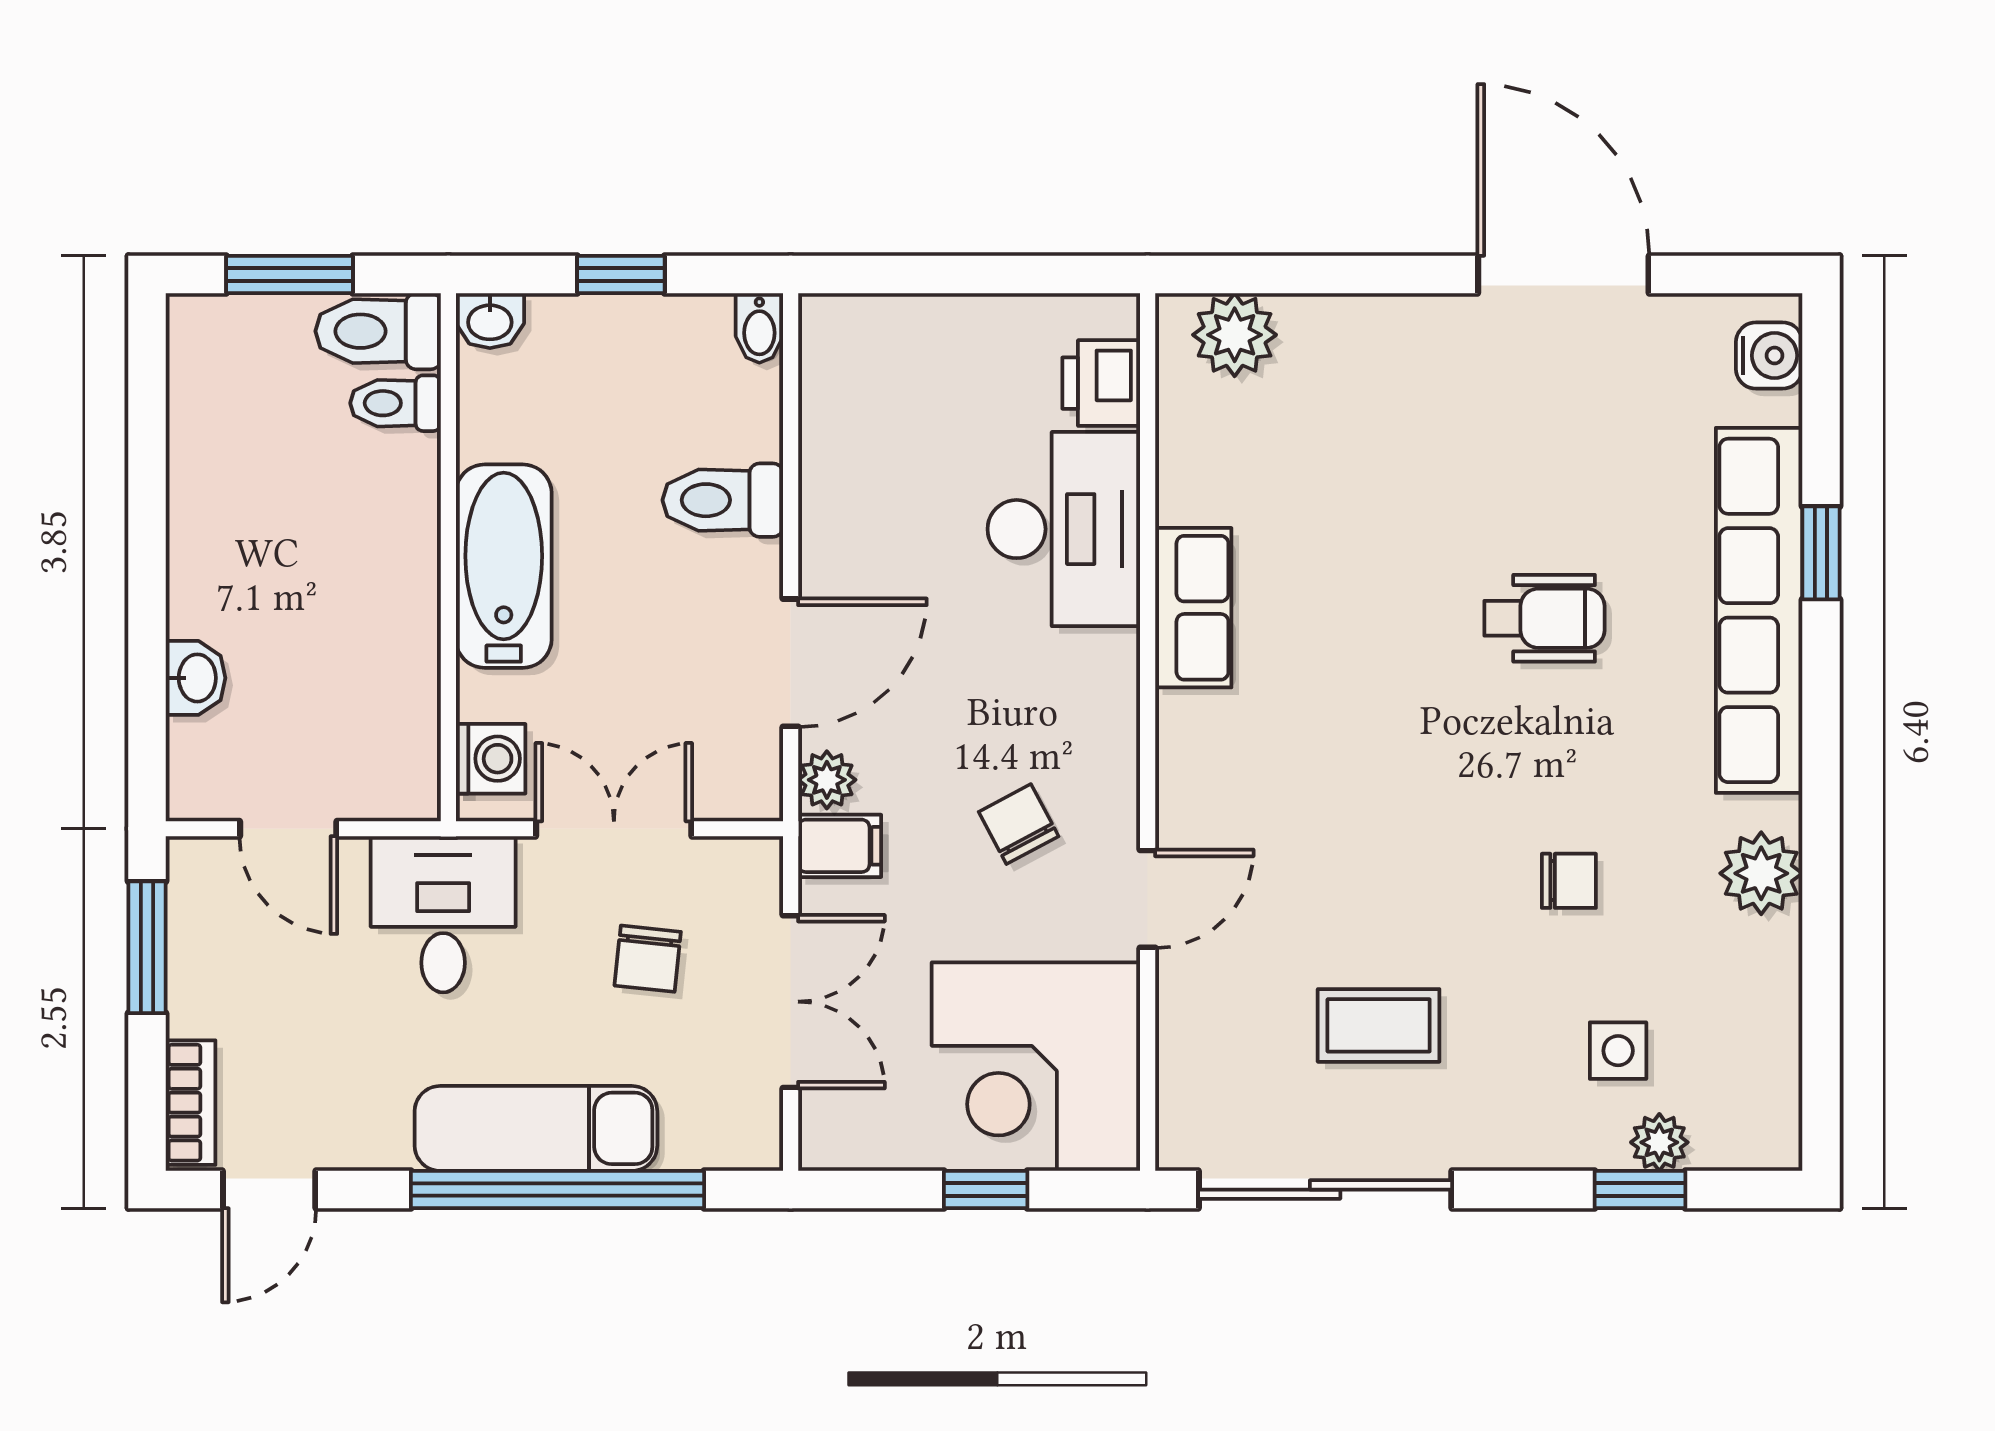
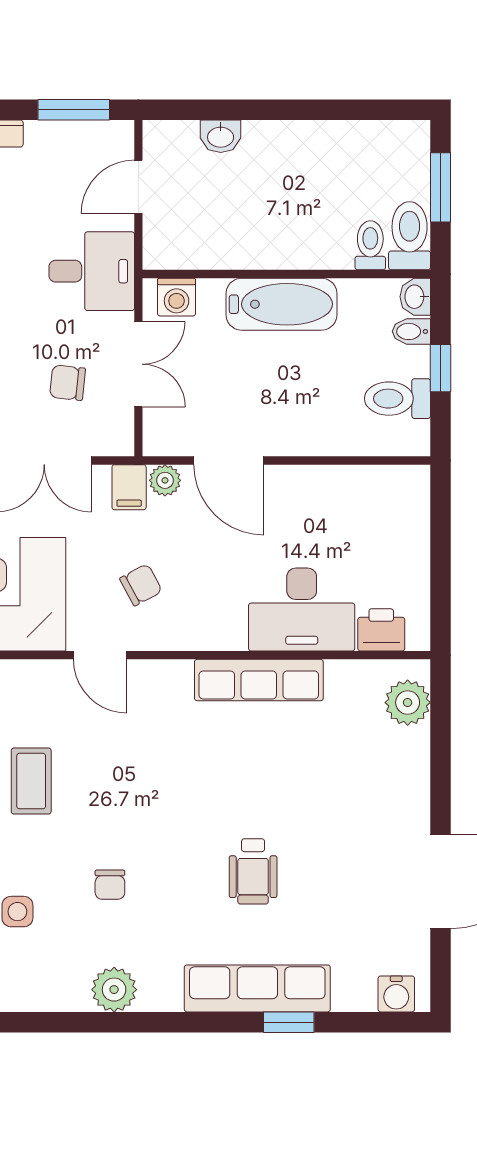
bidet: (759, 328) -> (411, 331), moved
toilet: (723, 500) -> (397, 399), moved, turned -90
row of seats: (1193, 608) -> (259, 680), width x1.48
row of seats: (1759, 610) -> (257, 988), width x0.73

